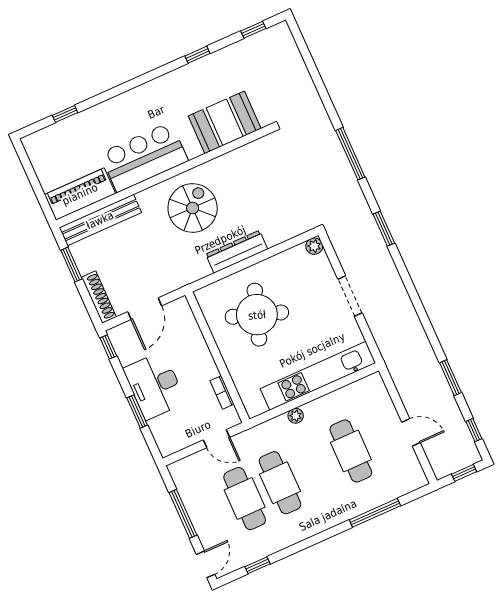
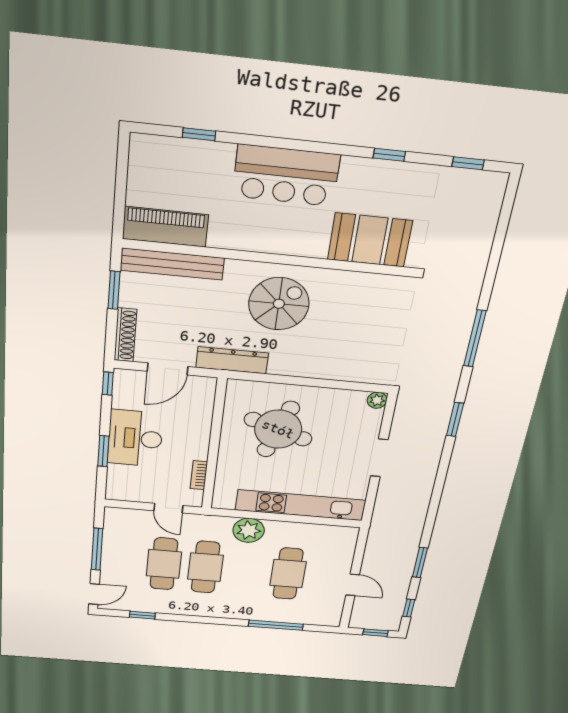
bar counter: (144, 157) -> (286, 175), moved, turned 180
dresser: (237, 252) -> (232, 360), moved
plant: (296, 416) -> (249, 530), width x1.88, depth x1.88

